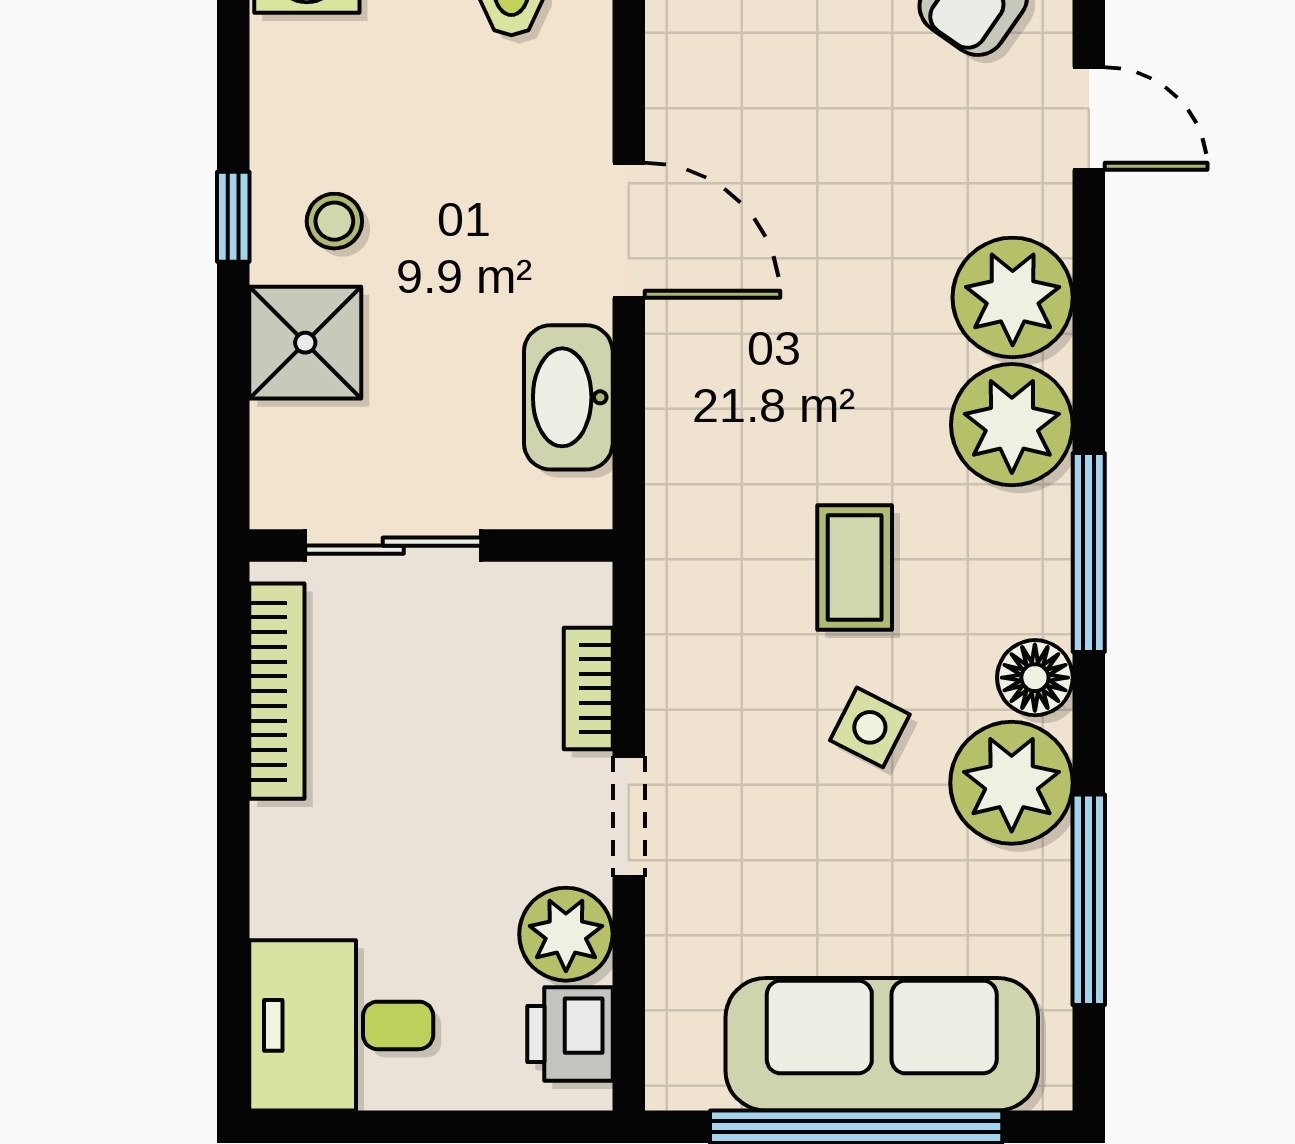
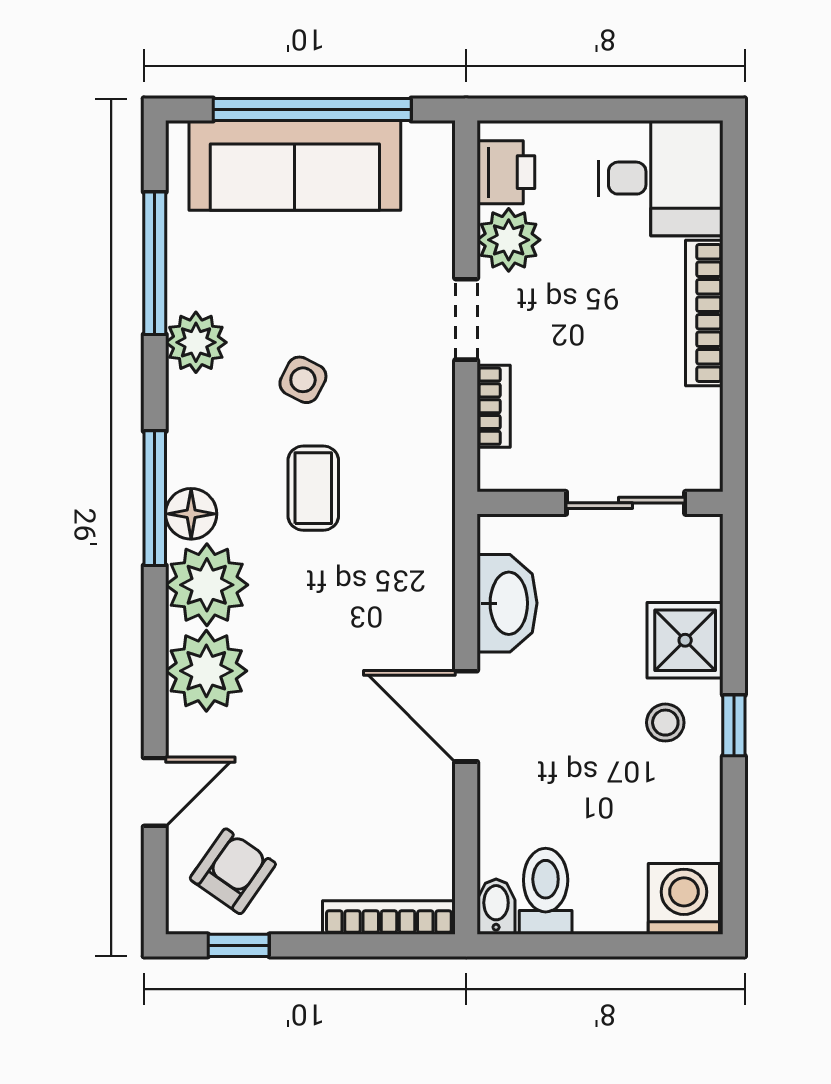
door: (1089, 119) -> (155, 792), swing flipped
floor lamp: (1035, 678) -> (191, 514), moved
bookcase: (277, 691) -> (704, 313), moved
plant: (1012, 783) -> (196, 342), width x0.73, depth x0.73

